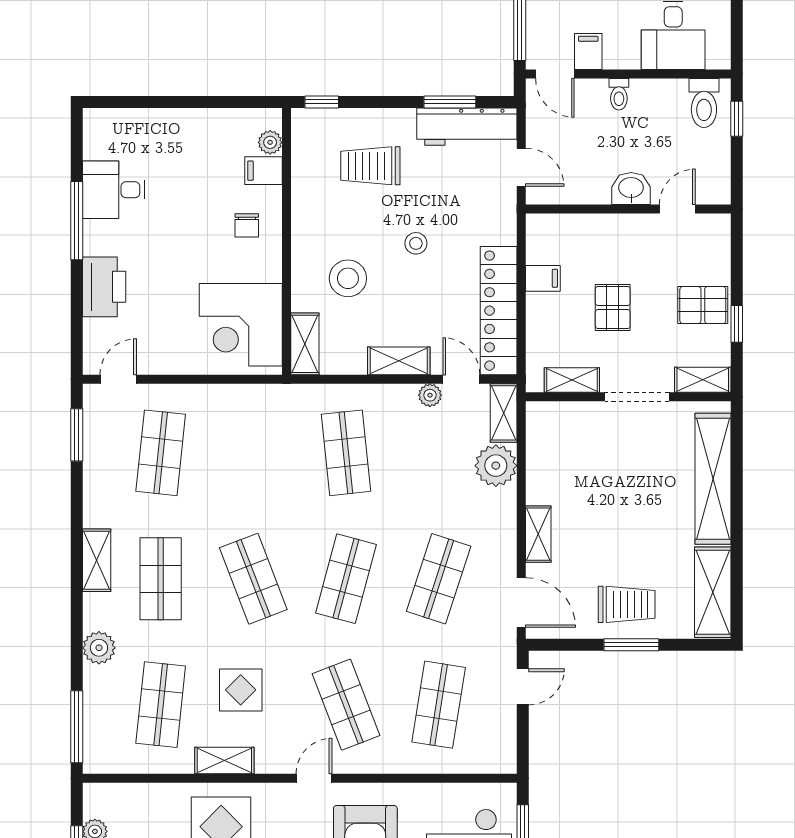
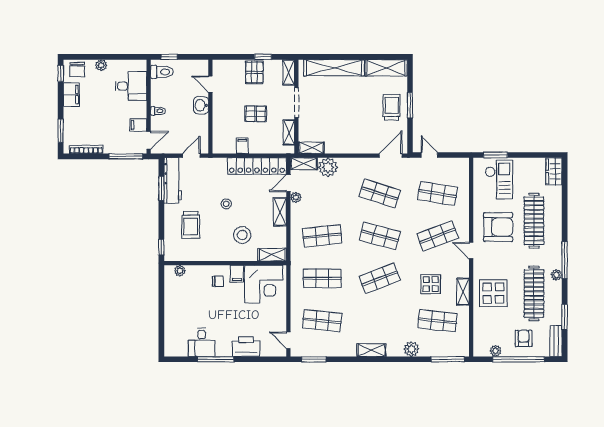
filing cabinet: (263, 171) -> (237, 274), moved
shelving: (538, 534) -> (311, 148), moved
shop shelf: (161, 579) -> (322, 278), moved

